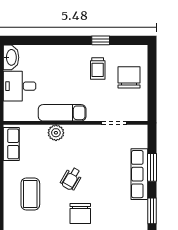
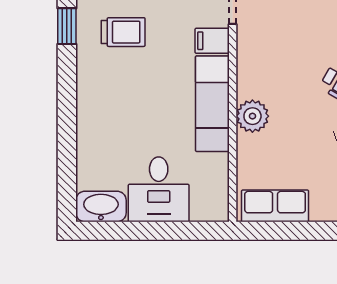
filing cabinet: (93, 113) -> (212, 41), added

